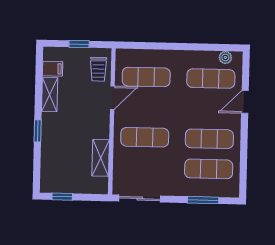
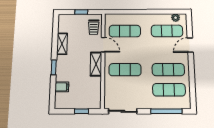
filing cabinet: (53, 69) -> (62, 87), moved
door: (112, 98) -> (103, 45), hinge flipped
shelving: (101, 158) -> (96, 64), moved
window: (62, 197) -> (81, 111), moved
window: (203, 200) -> (166, 111), width x1.44

